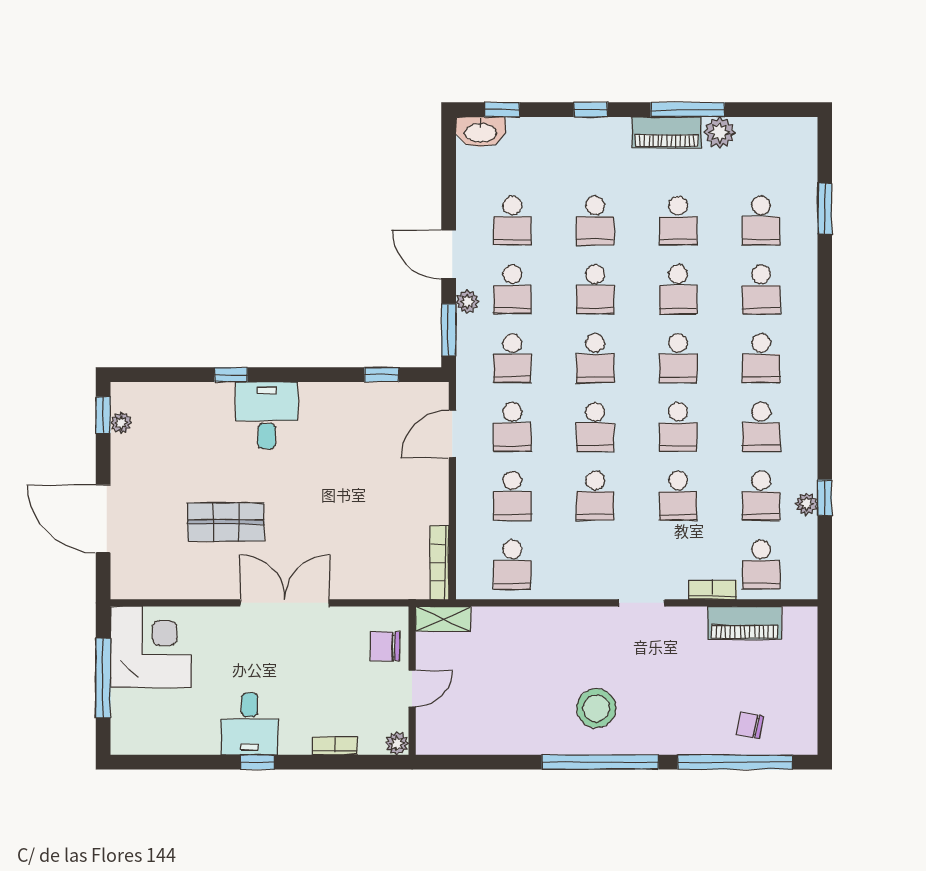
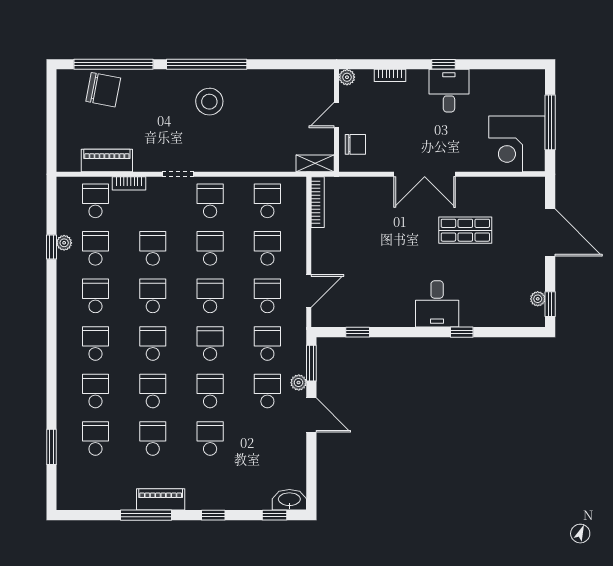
plant: (720, 132) -> (124, 499), removed
school desk: (512, 221) -> (210, 201), moved
chair: (750, 725) -> (103, 90), width x1.87, depth x1.87

